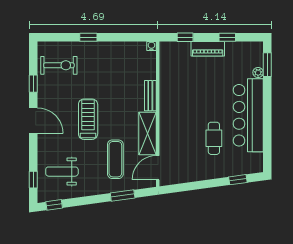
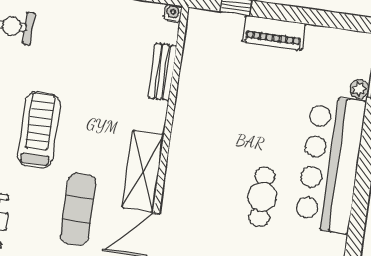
window: (227, 37) -> (312, 17), removed
bench: (150, 96) -> (162, 72), moved

